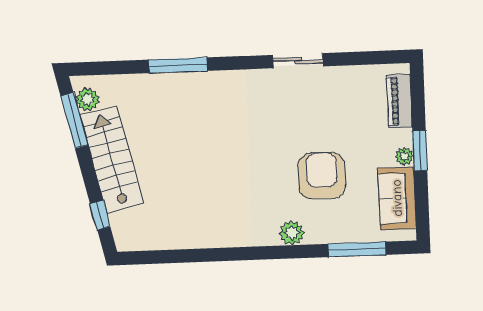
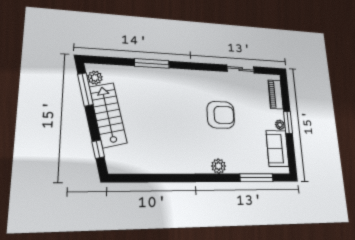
sliding door: (298, 61) -> (241, 69), moved
armchair: (322, 176) -> (221, 115), moved, turned 90

